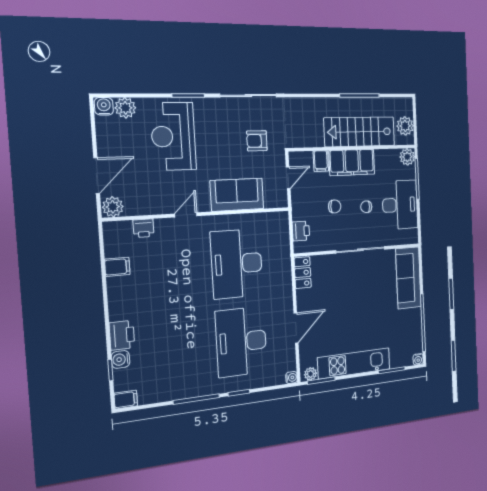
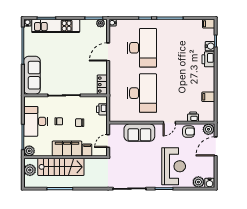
armchair: (257, 141) -> (189, 132), moved
kitchen unit: (354, 363) -> (56, 26), moved

